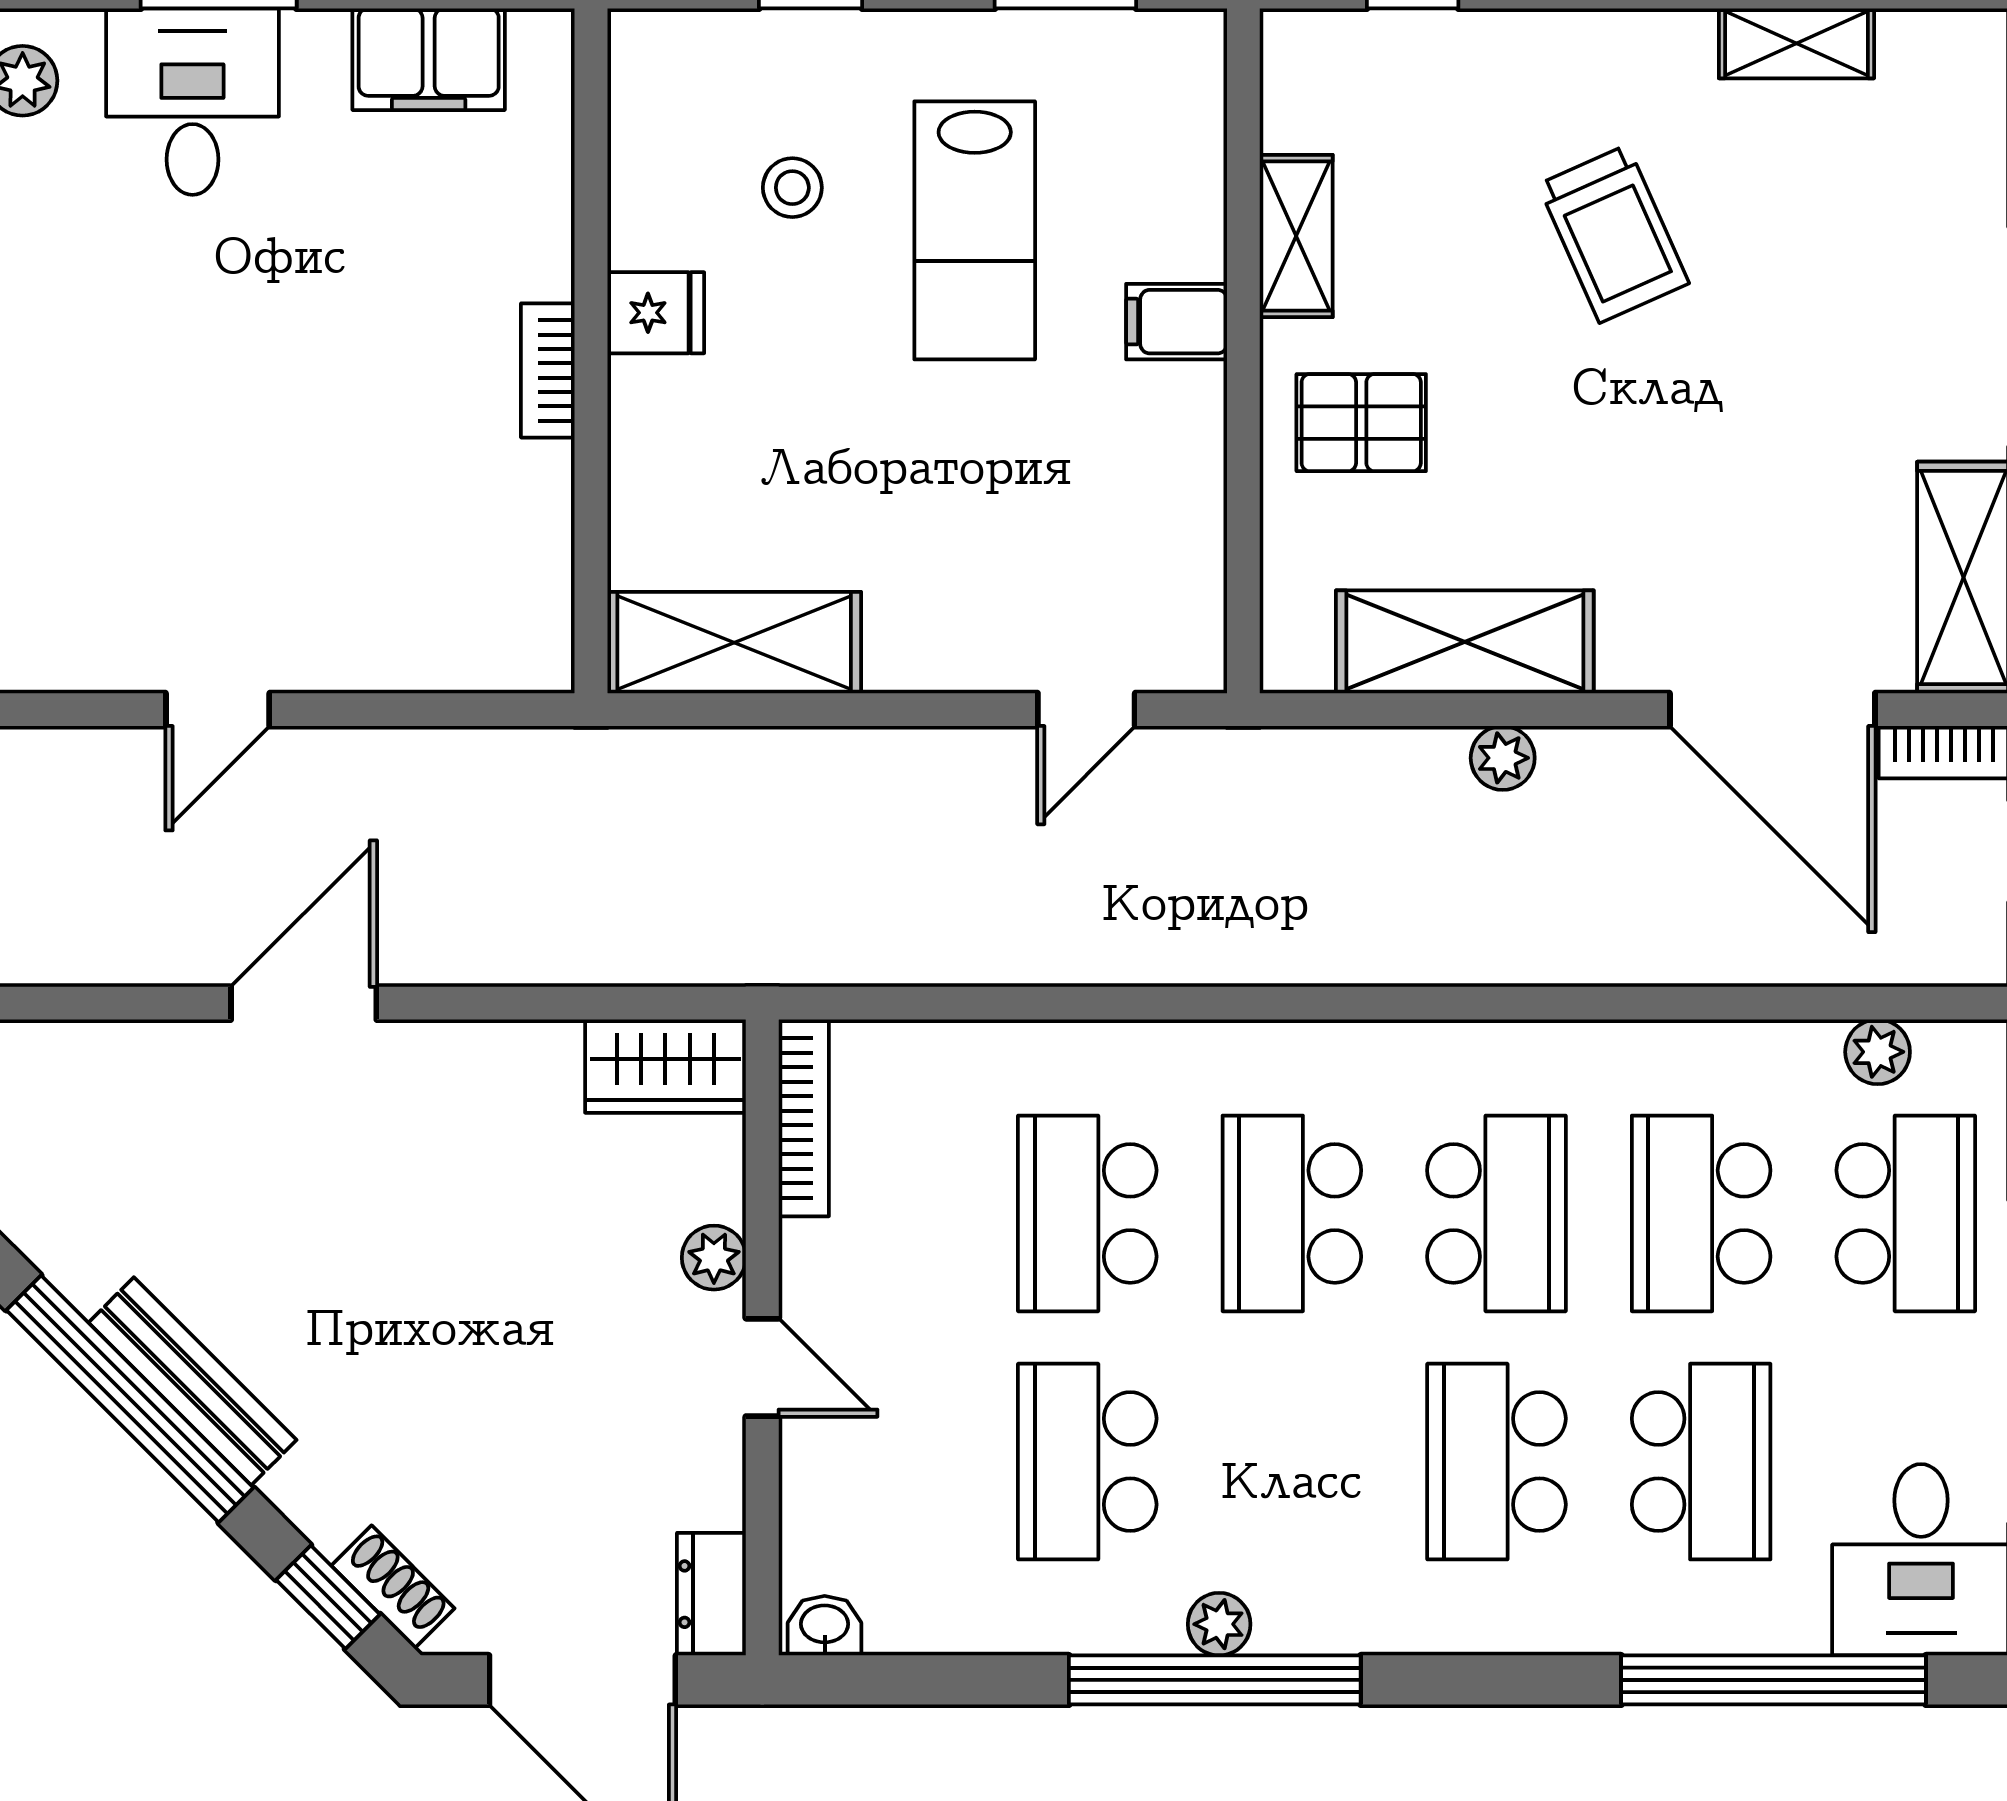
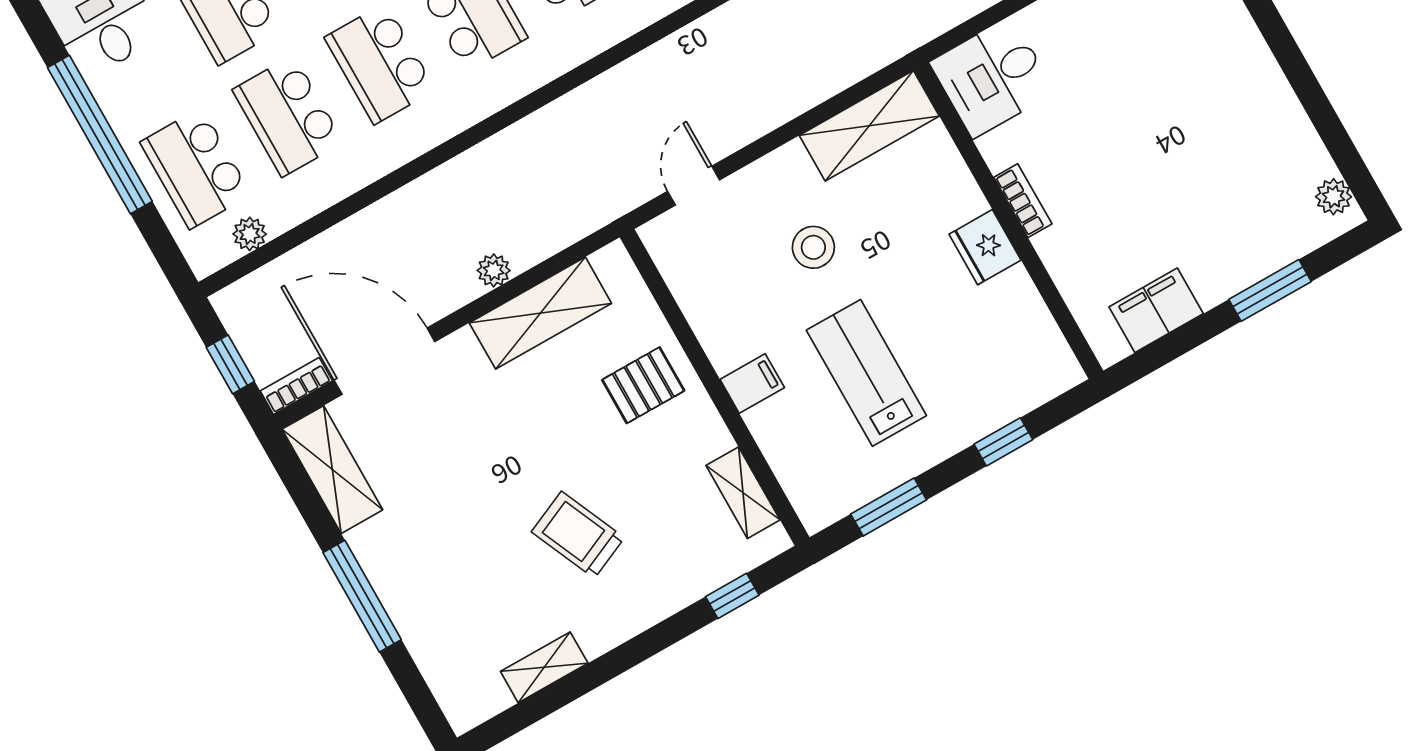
desk: (192, 102) -> (992, 77), moved, turned 90
stool: (792, 188) -> (813, 247), moved, width x1.37, depth x1.37
shelving: (1296, 236) -> (743, 493), moved
fridge: (656, 313) -> (985, 247), width x1.38
school desk: (1701, 1213) -> (288, 116), turned 180

